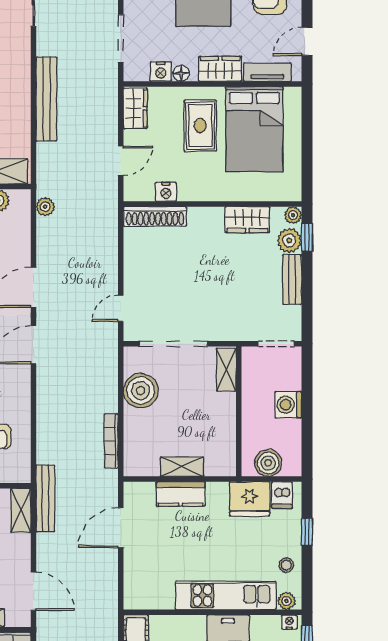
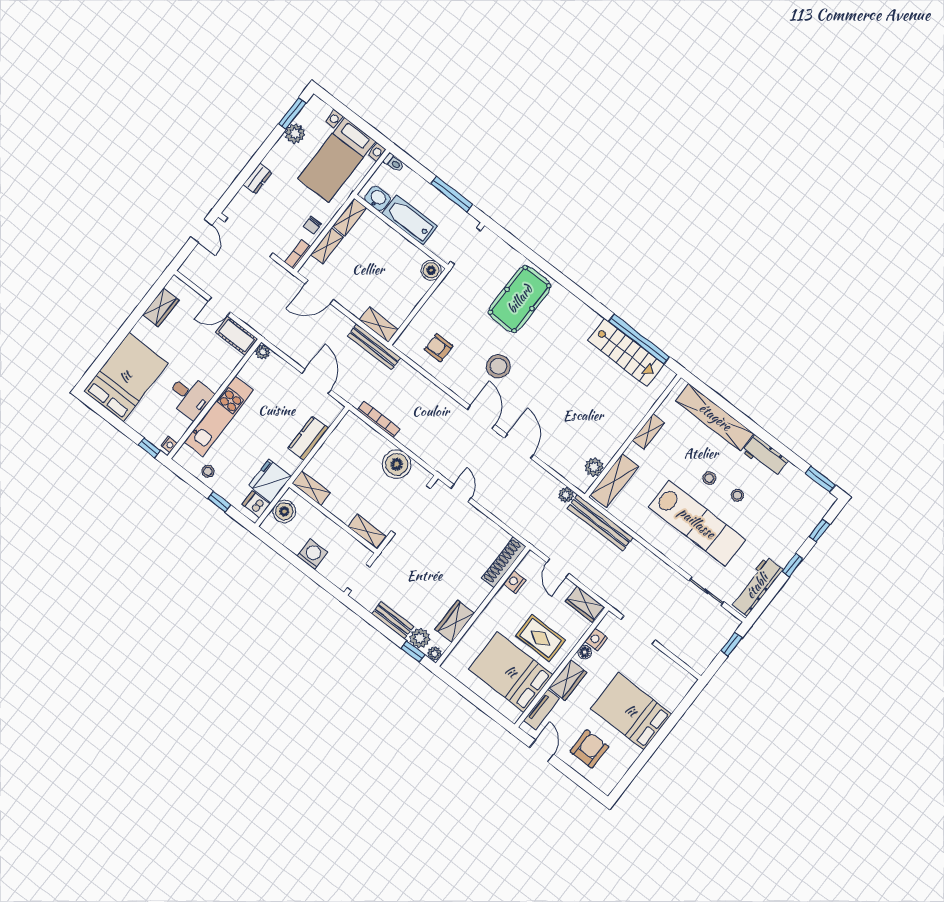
bench: (46, 99) -> (600, 523), moved
shelving: (182, 467) -> (311, 488), moved, turned 90
plant: (286, 601) -> (263, 352), moved

